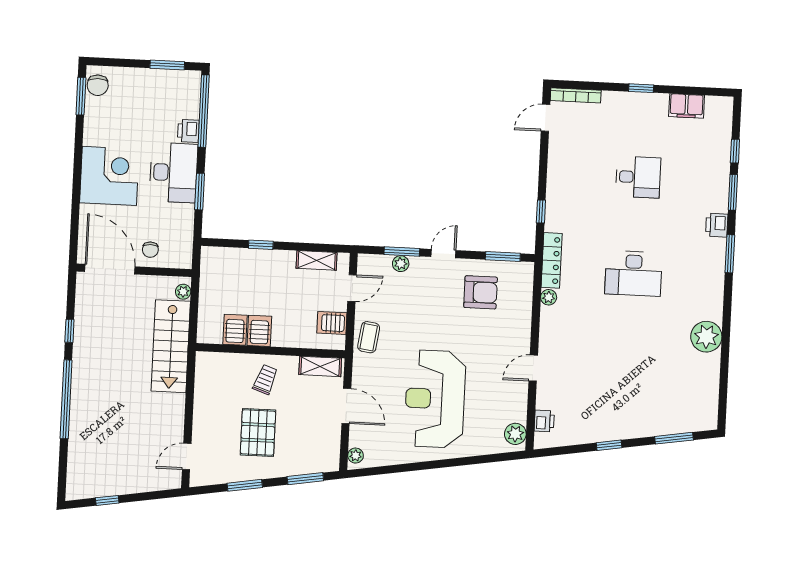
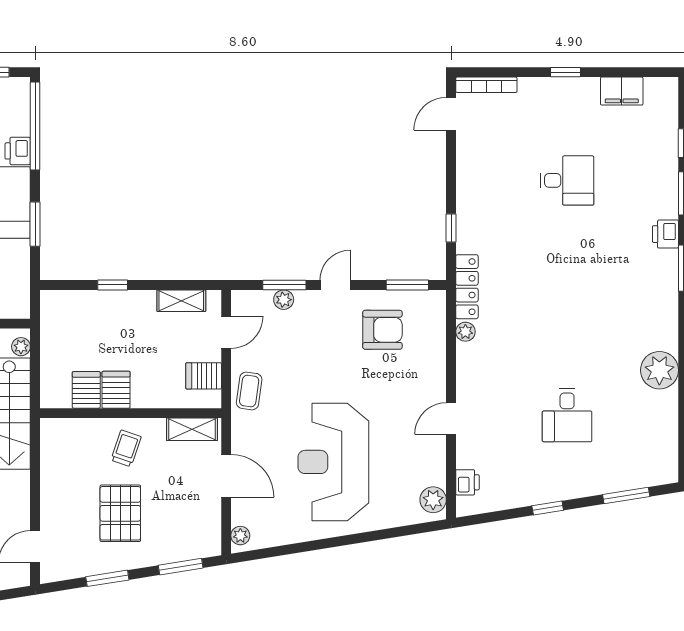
desk: (633, 273) -> (567, 415), moved, width x0.73

